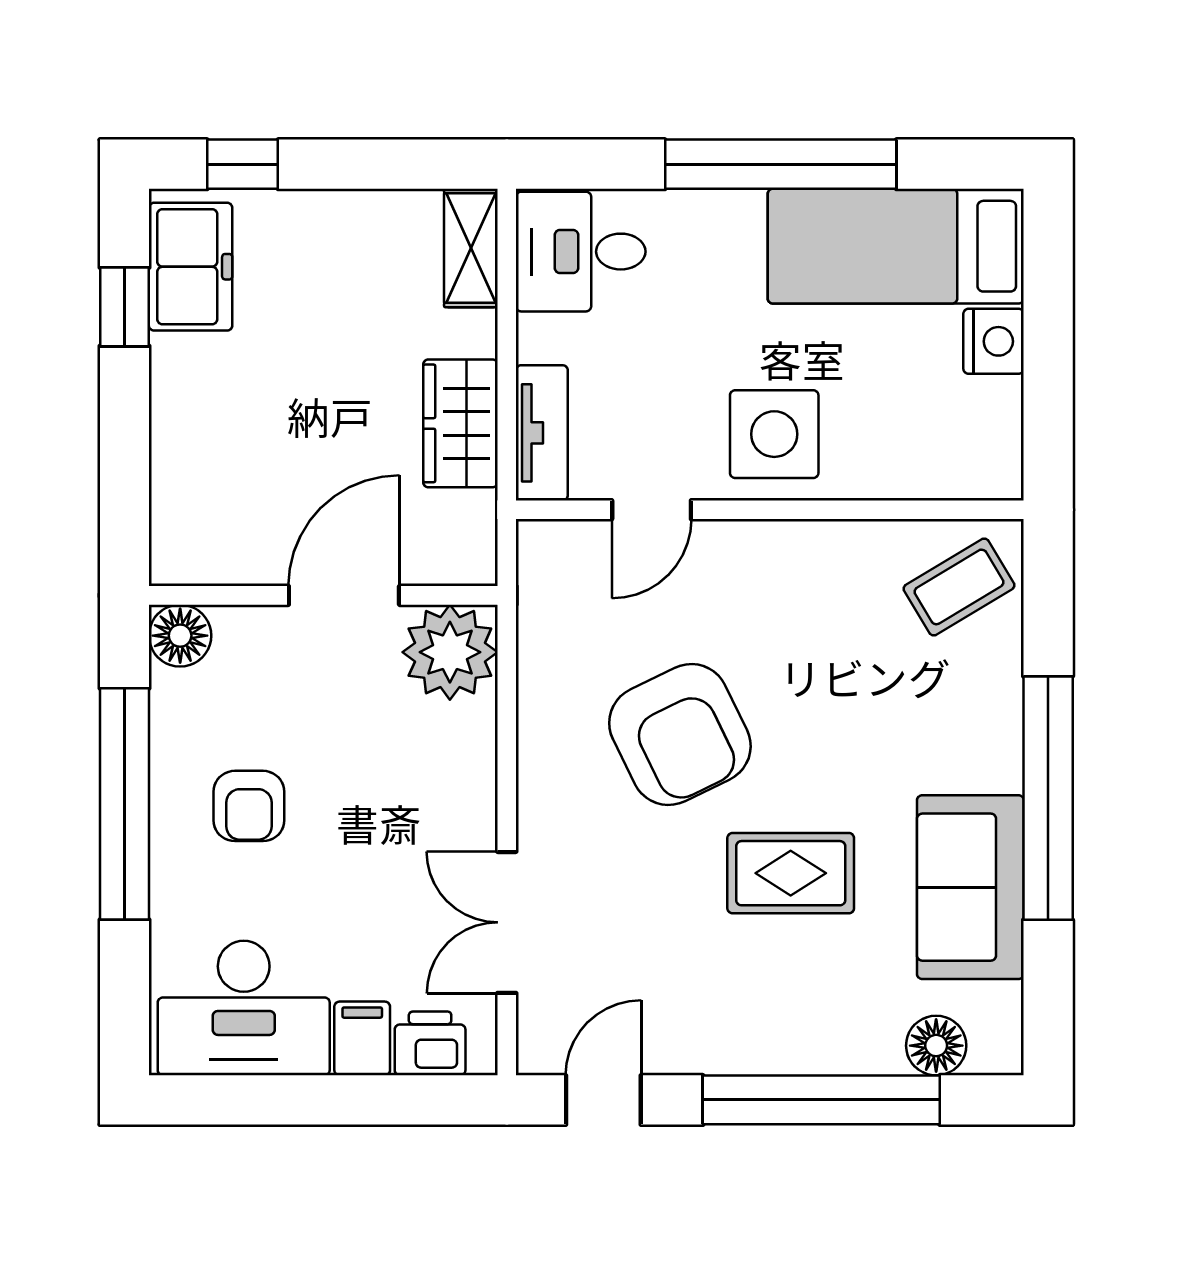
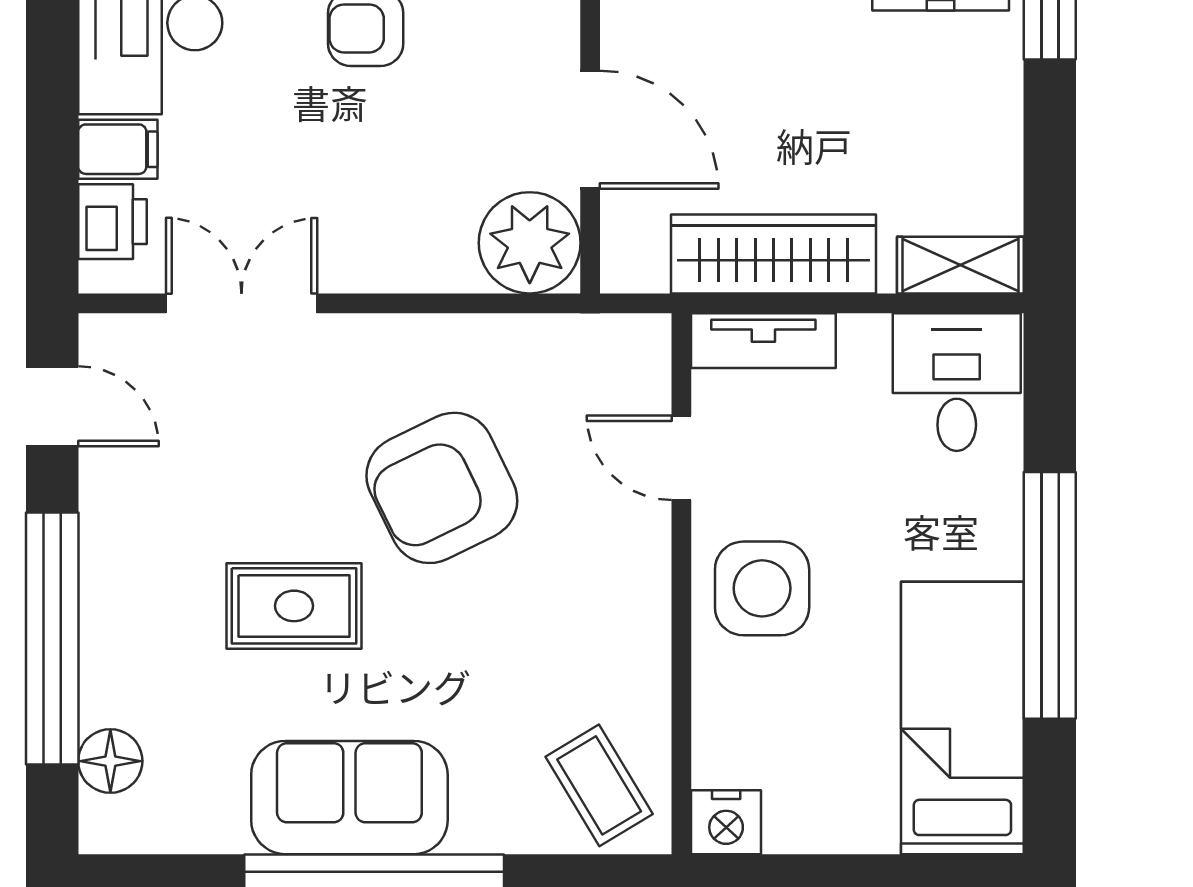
nightstand: (994, 341) -> (726, 822), moved
wardrobe: (460, 423) -> (773, 254), width x1.50
rug: (791, 873) -> (294, 606), turned 90
sofa: (970, 887) -> (349, 798), moved

